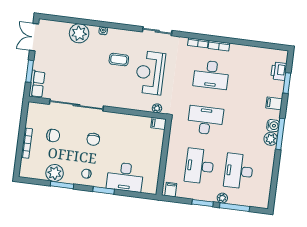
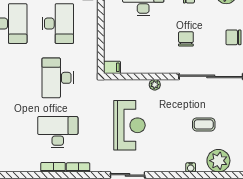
coffee table: (119, 60) -> (204, 124), moved
plant: (157, 108) -> (155, 85), moved
desk: (205, 120) -> (58, 78), turned 90

